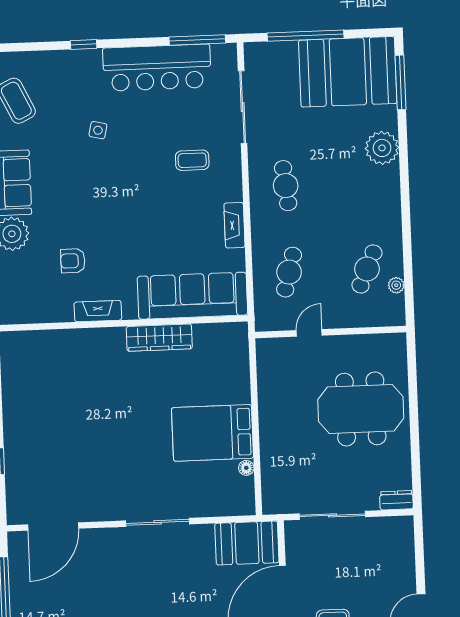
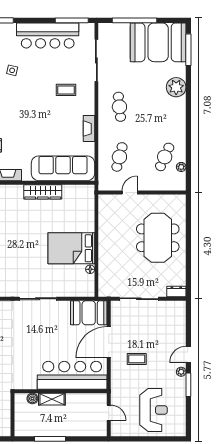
meeting table: (361, 409) -> (158, 238), turned 90

